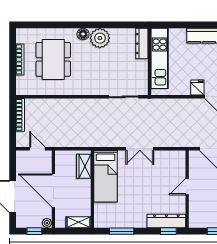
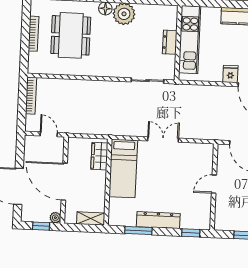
dresser: (142, 44) -> (170, 42), moved, width x0.70
double door: (140, 149) -> (163, 140), swing flipped
dresser: (166, 221) -> (158, 220), moved

